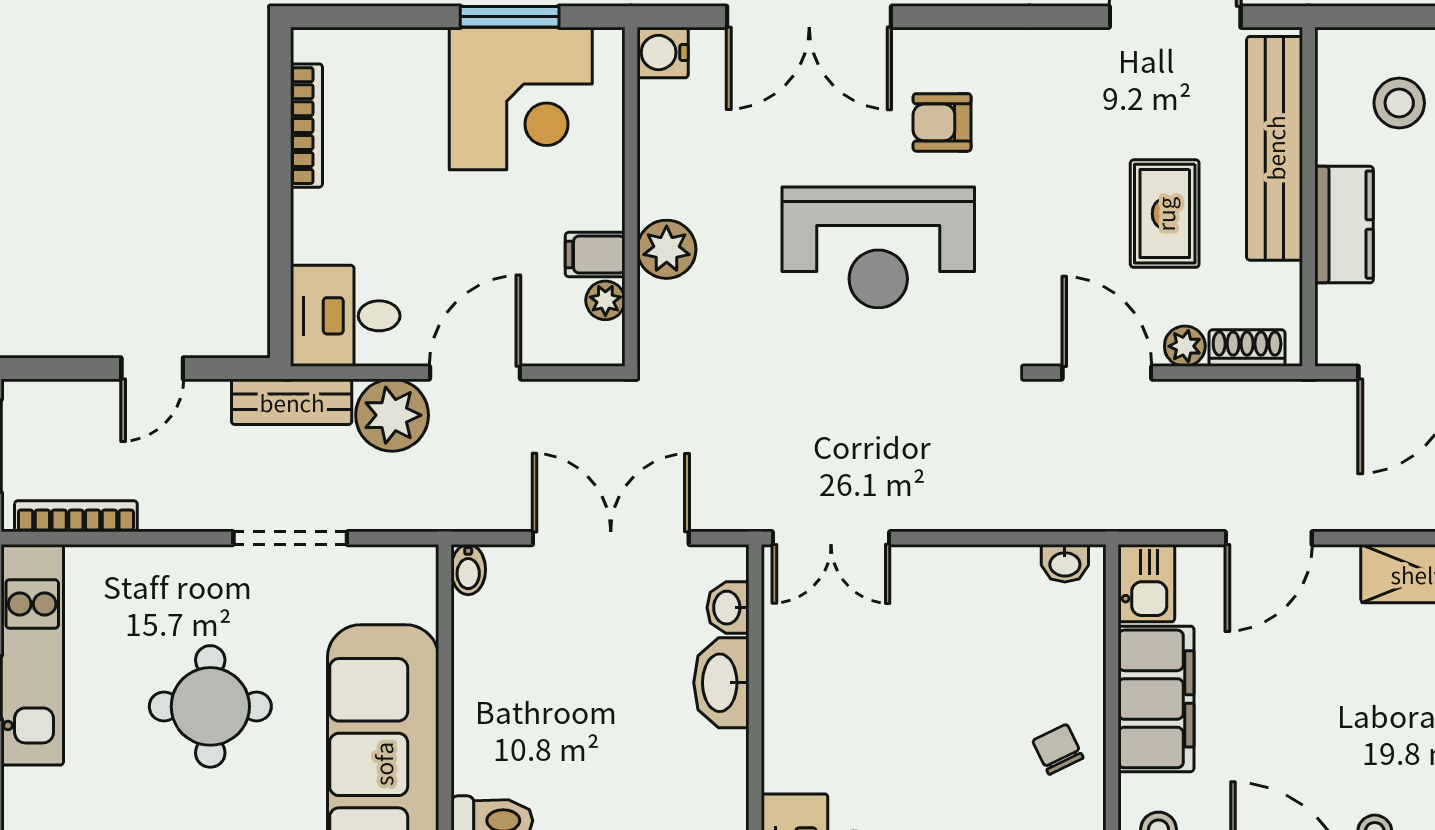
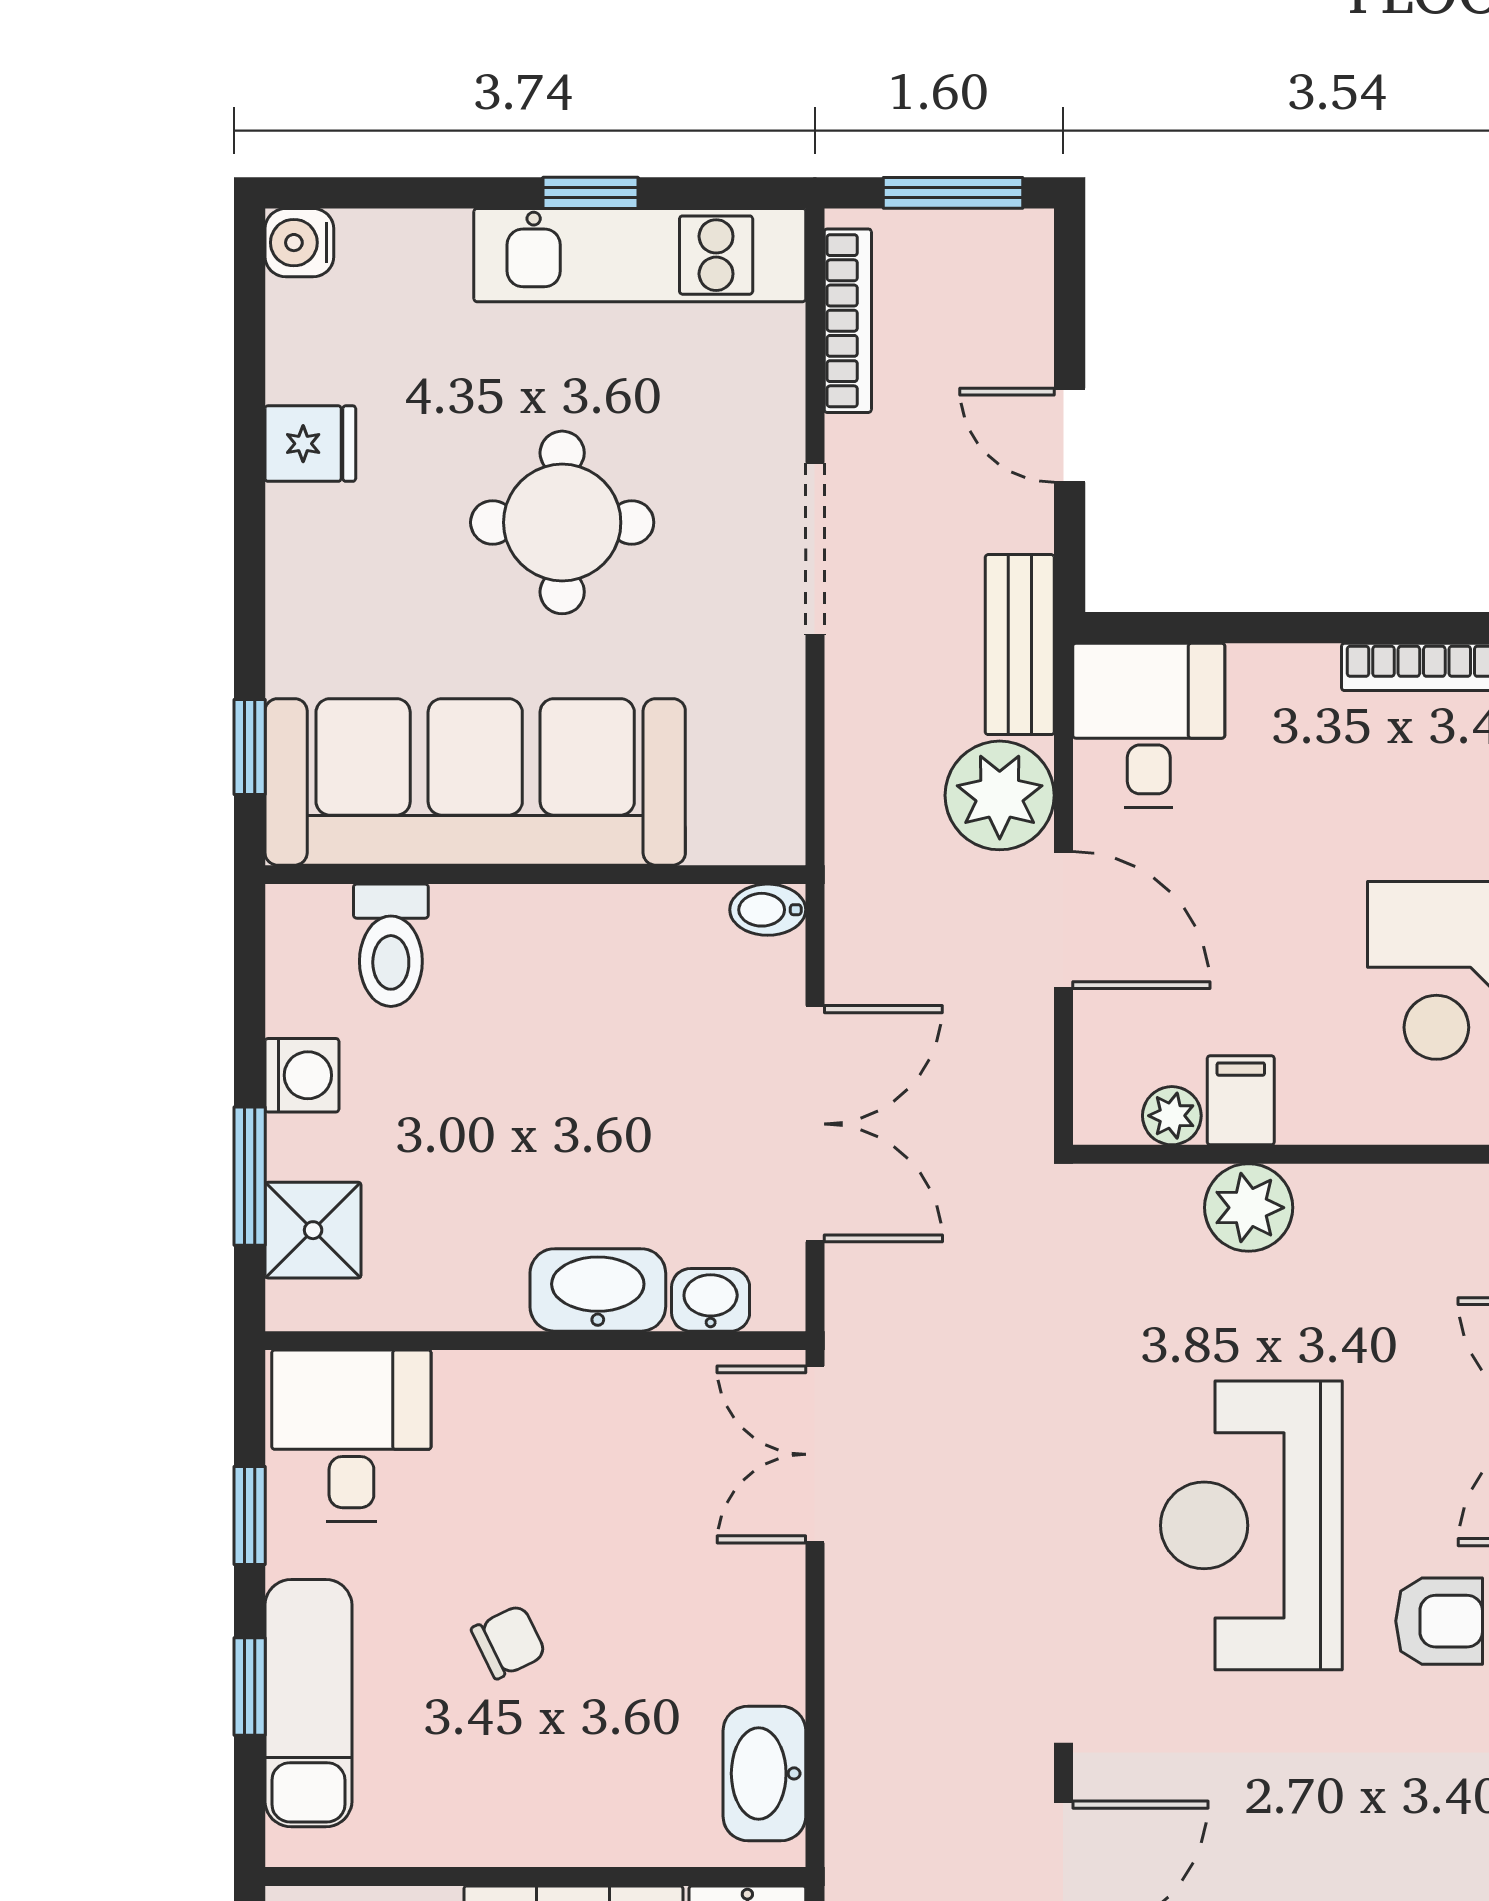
armchair: (942, 122) -> (1439, 1621), turned 90
doorway: (290, 538) -> (815, 549), moved
washbasin: (1065, 563) -> (764, 1773), width x1.91, depth x1.45
chair: (1058, 749) -> (509, 1642), moved

